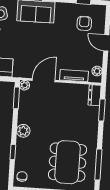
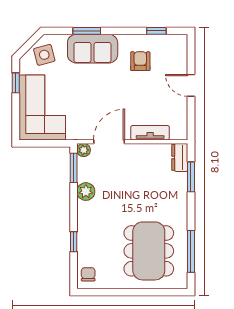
armchair: (84, 23) -> (140, 61), moved
plant: (97, 71) -> (181, 124), removed
plant: (23, 131) -> (86, 192), moved

